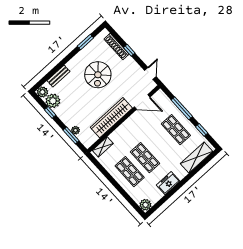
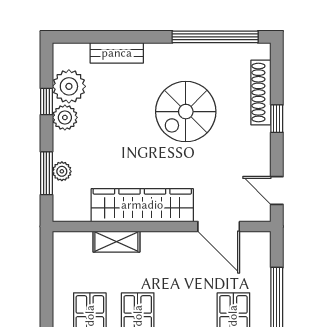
window: (85, 42) -> (215, 37), width x2.11
door: (150, 73) -> (277, 190), swing flipped
plant: (42, 92) -> (65, 117), moved
shelving: (103, 147) -> (116, 242), moved

